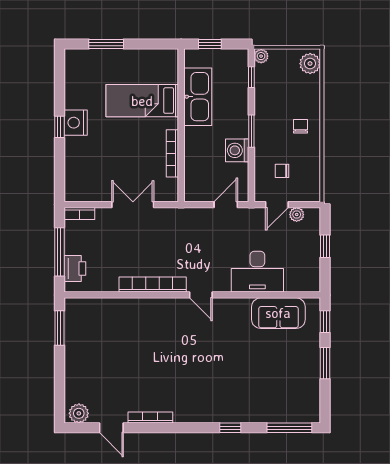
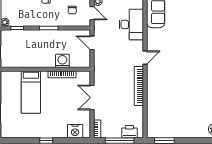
kitchen sink: (198, 97) -> (29, 59), removed
nightstand: (76, 123) -> (75, 131), moved
washing machine: (237, 150) -> (62, 61), moved, turned 180

